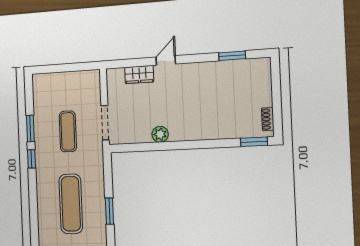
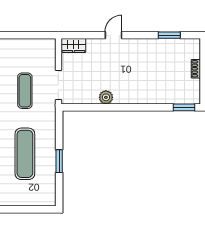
wardrobe: (139, 75) -> (73, 45), moved
shoe rack: (268, 119) -> (196, 69), moved

